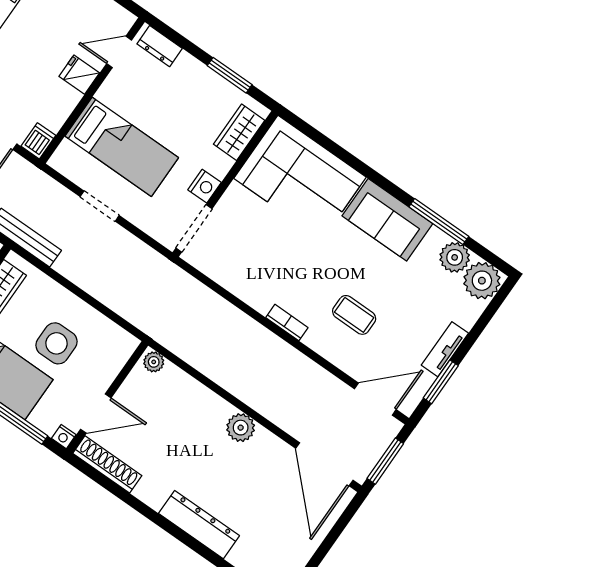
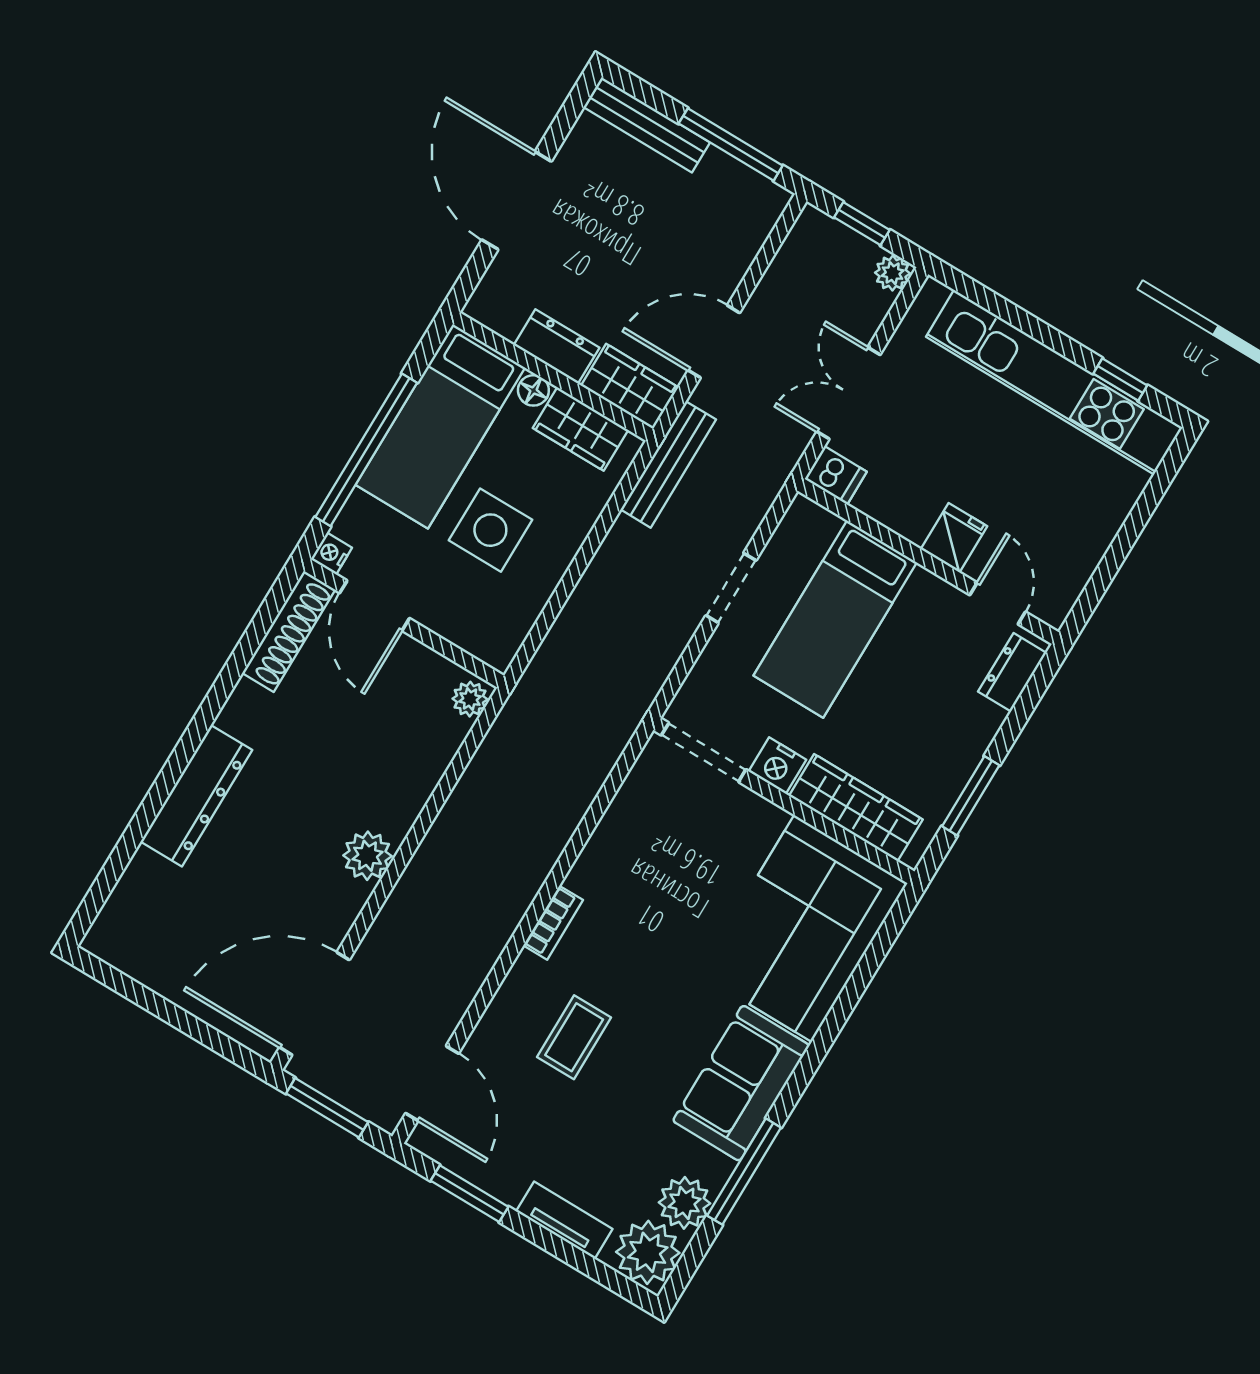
wardrobe: (239, 132) -> (856, 808), width x1.50
tv unit: (445, 349) -> (564, 1220), moved

